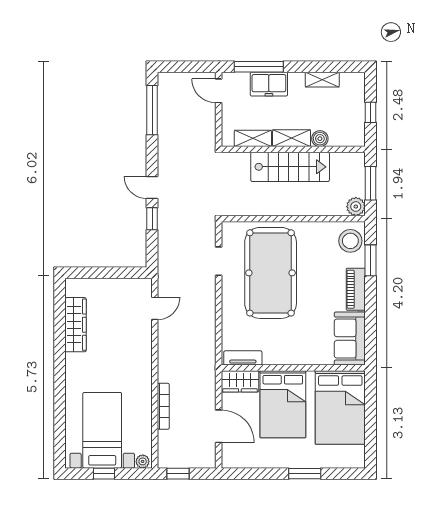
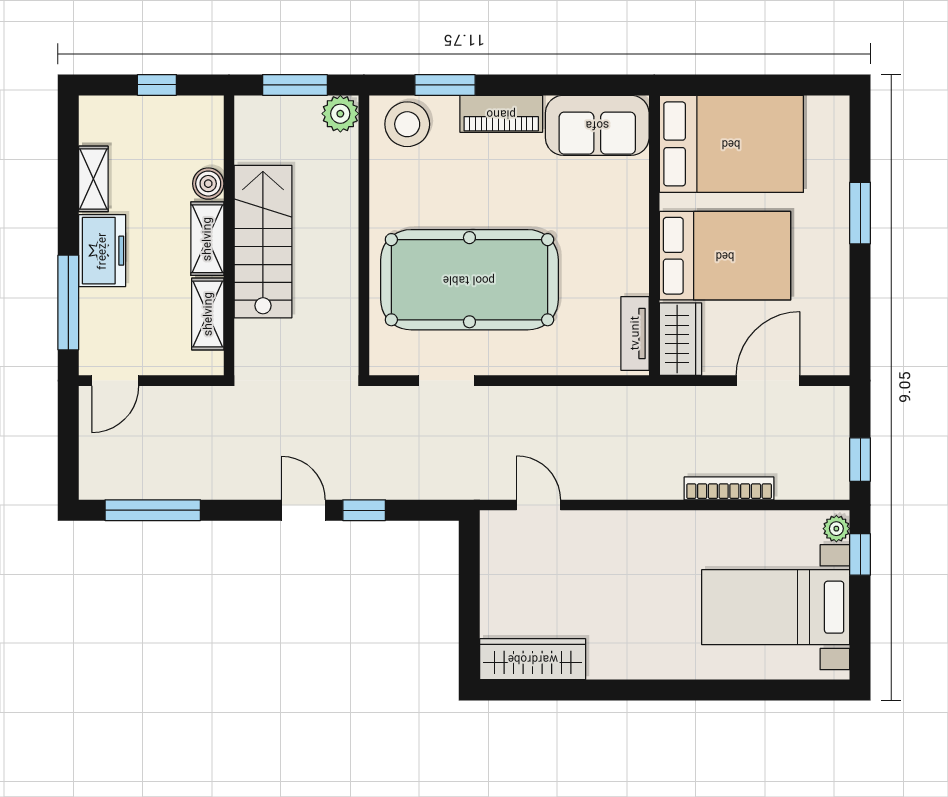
freezer: (269, 84) -> (102, 251), moved
door: (152, 188) -> (303, 510), swing flipped
wardrobe: (75, 325) -> (533, 659), moved
window: (104, 474) -> (860, 554), moved

